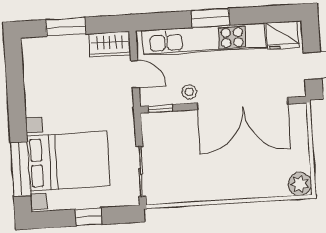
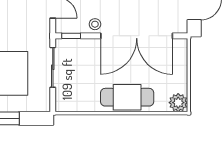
sliding door: (141, 171) -> (53, 67), moved
cafe table: (235, 181) -> (127, 97), added

